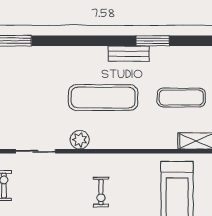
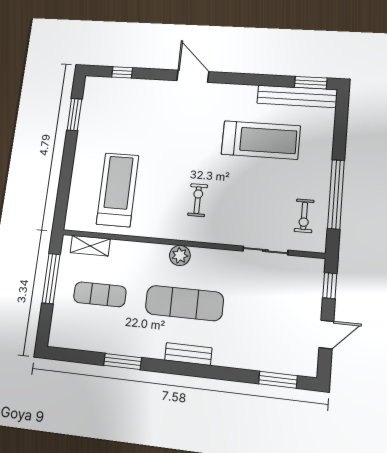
bench: (129, 54) -> (188, 354), moved
plant: (80, 140) -> (180, 255), moved

